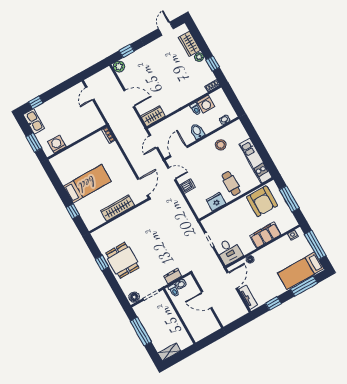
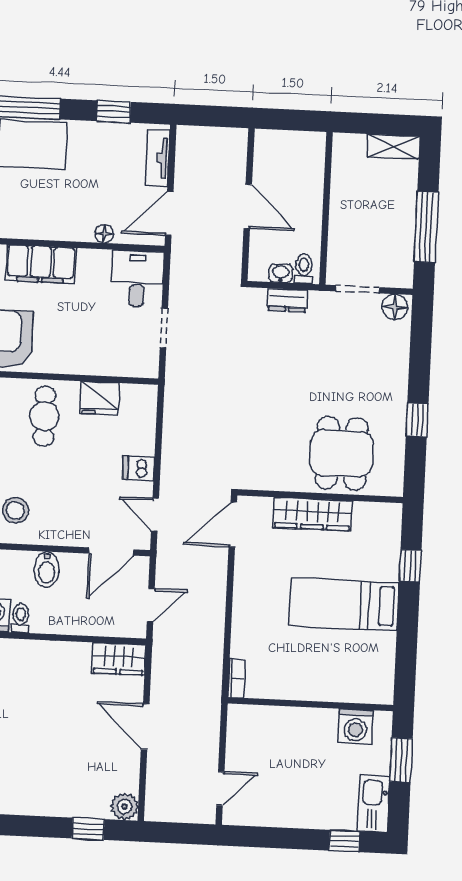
dining table: (122, 260) -> (342, 453), moved

